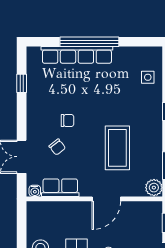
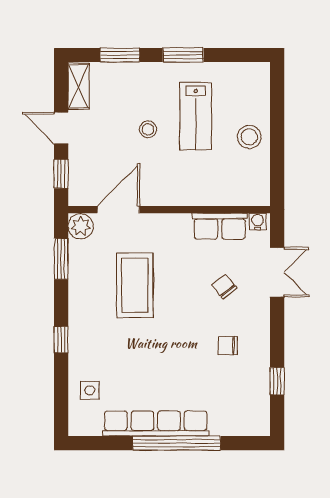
row of seats: (77, 55) -> (156, 424), moved
chair: (67, 121) -> (228, 346), moved
door: (106, 199) -> (118, 210), moved

